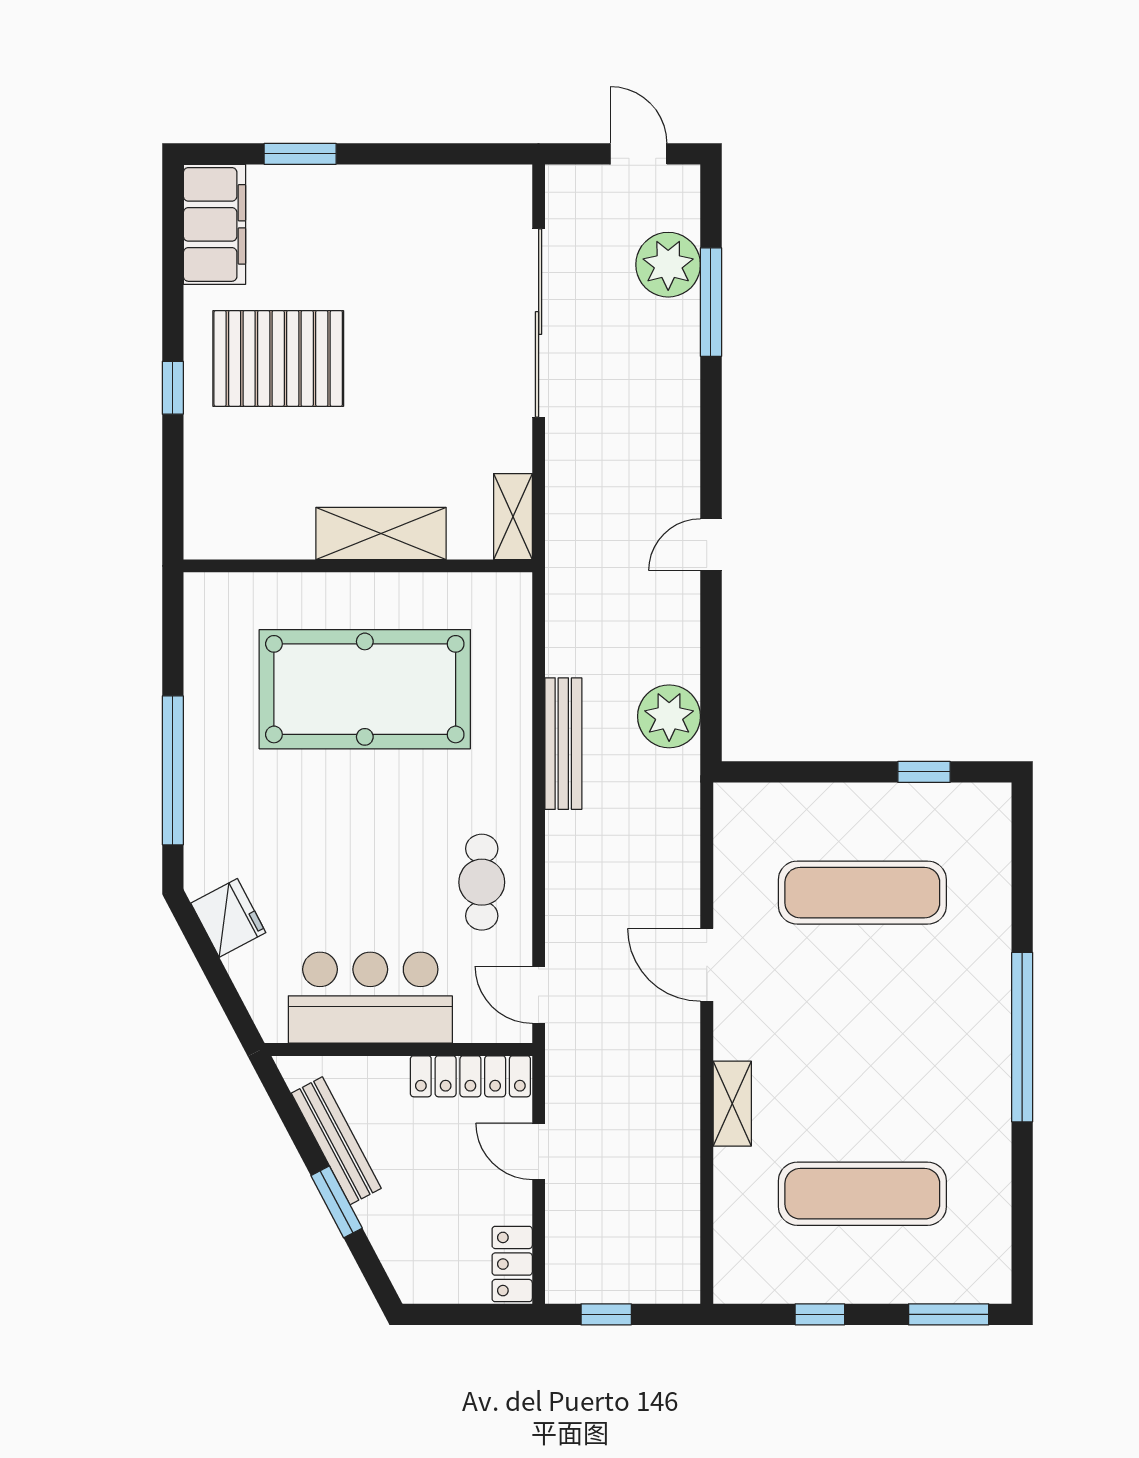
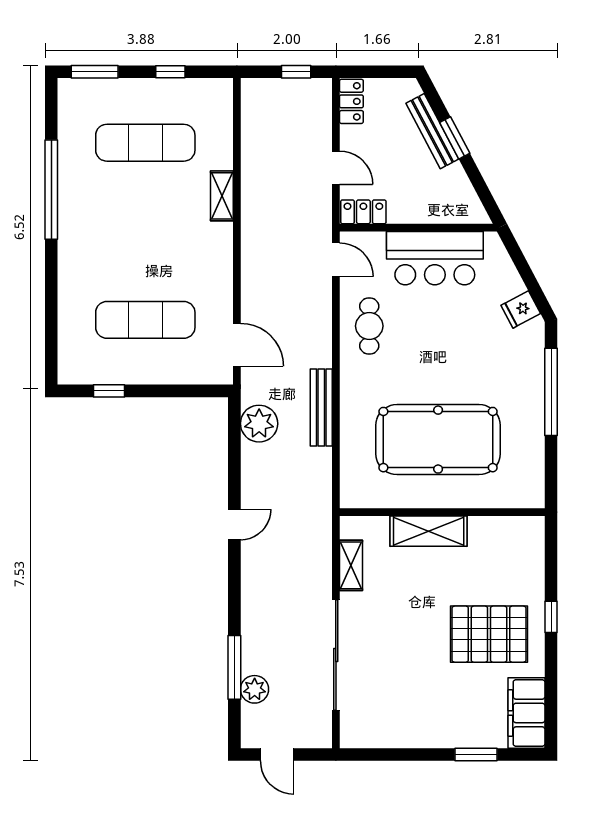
plant: (668, 265) -> (255, 689), width x0.73, depth x0.73
shelving: (513, 517) -> (351, 565), moved
fridge: (228, 918) -> (521, 309), width x0.72
door: (707, 965) -> (237, 345), moved
window: (1022, 1037) -> (51, 190), moved
locker: (470, 1076) -> (363, 212), width x0.66
bench: (336, 1141) -> (432, 131), moved

